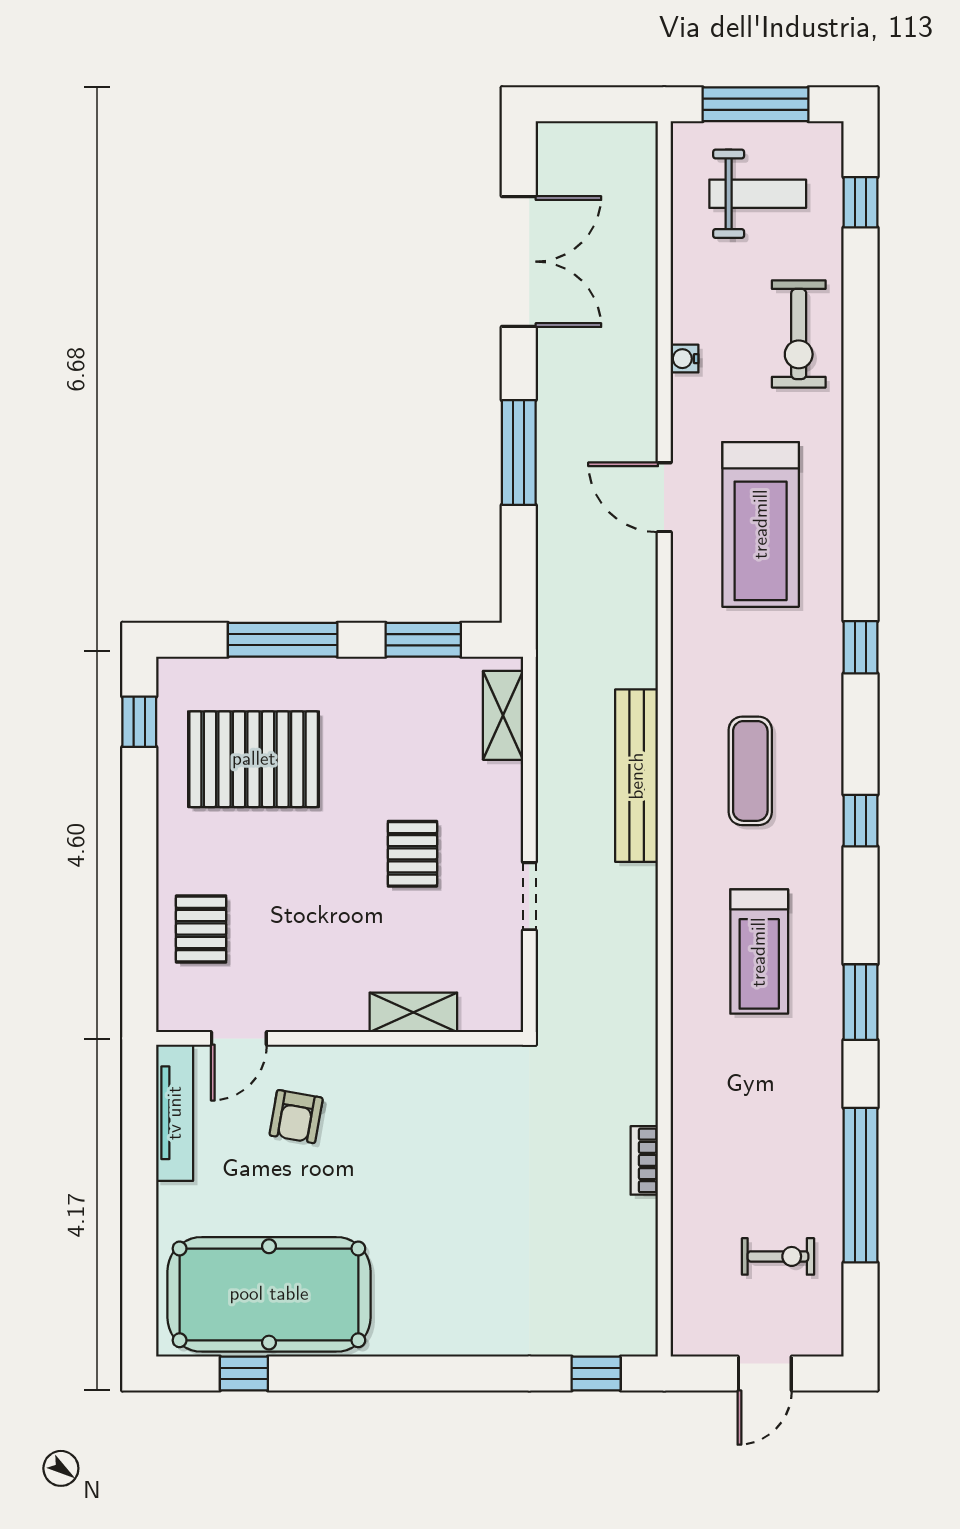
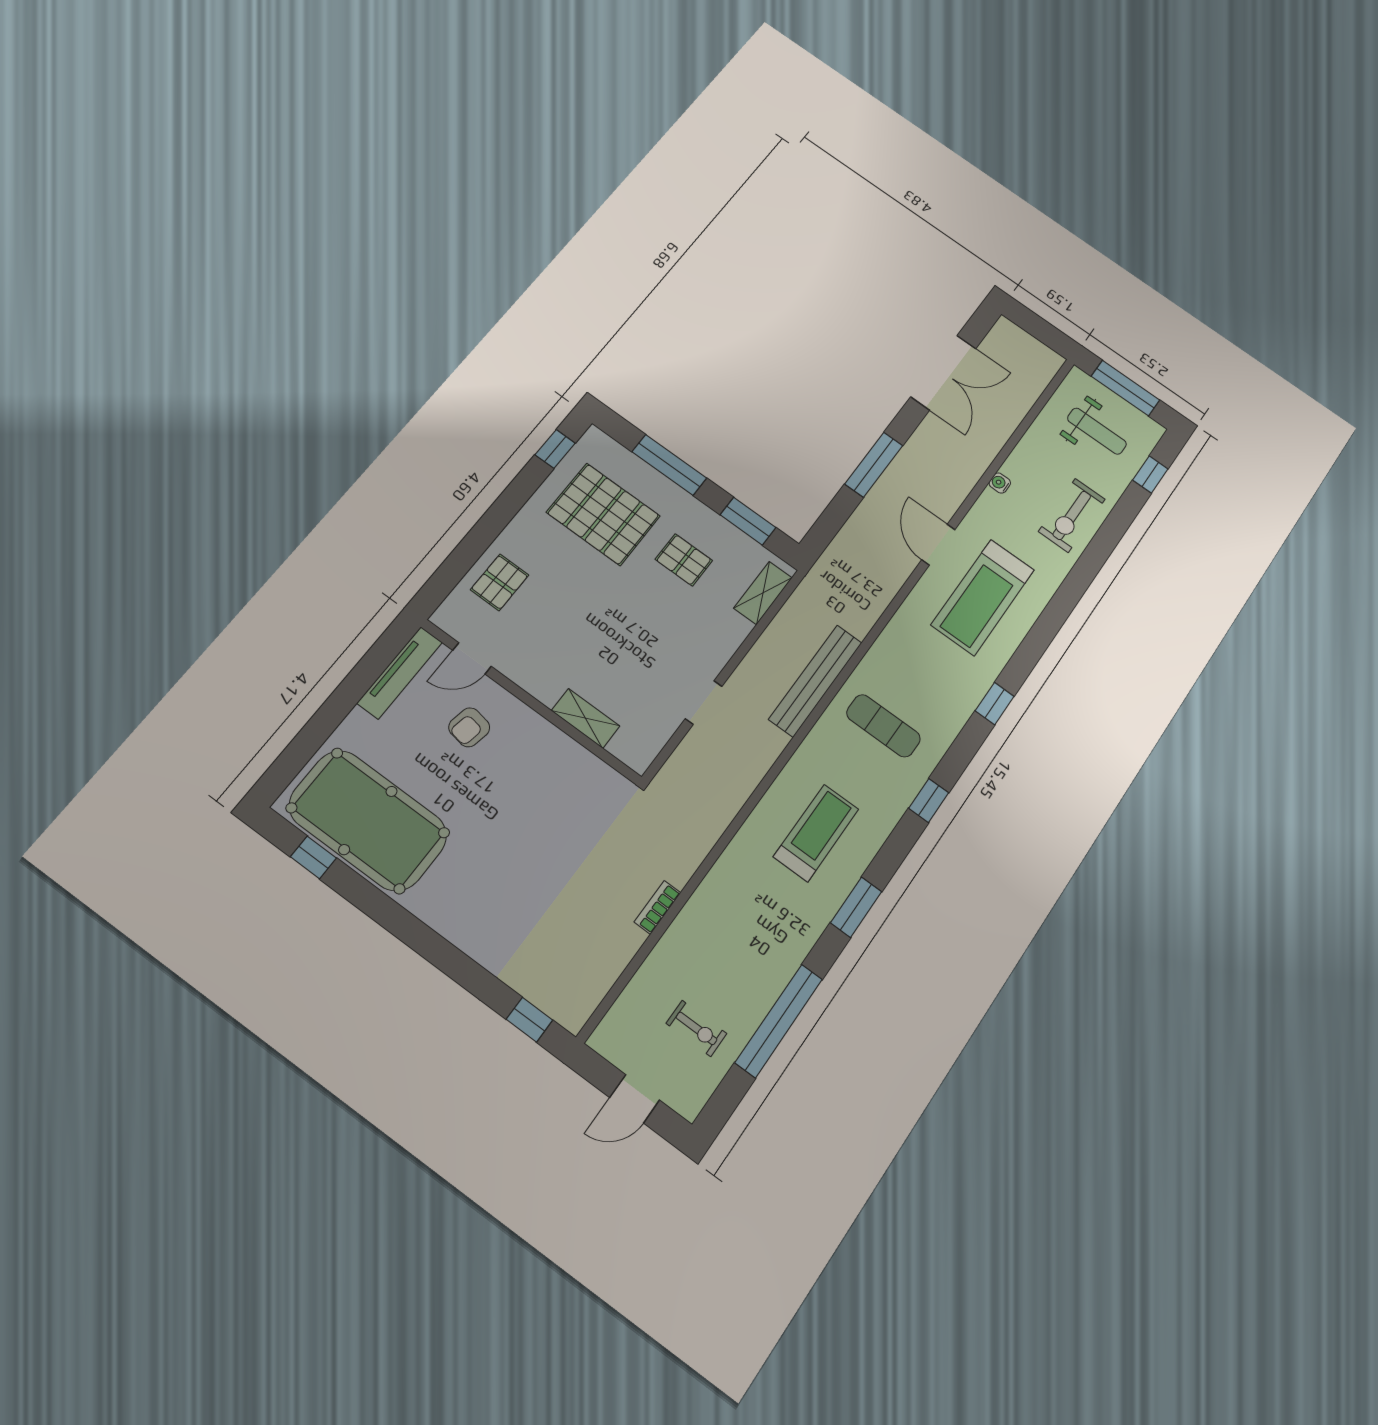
exercise mat: (750, 771) -> (883, 726), turned 90
pallet: (412, 854) -> (684, 560), moved, turned 90
treadmill: (759, 952) -> (816, 833), turned 180

